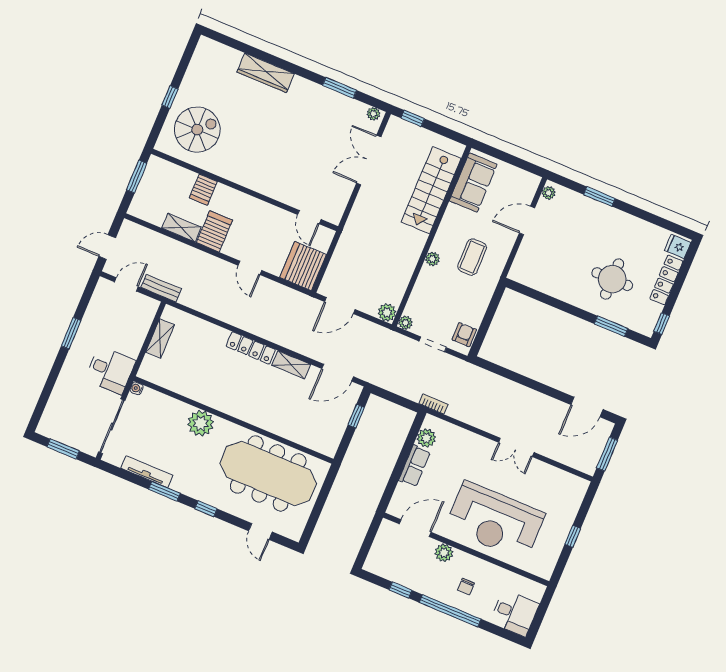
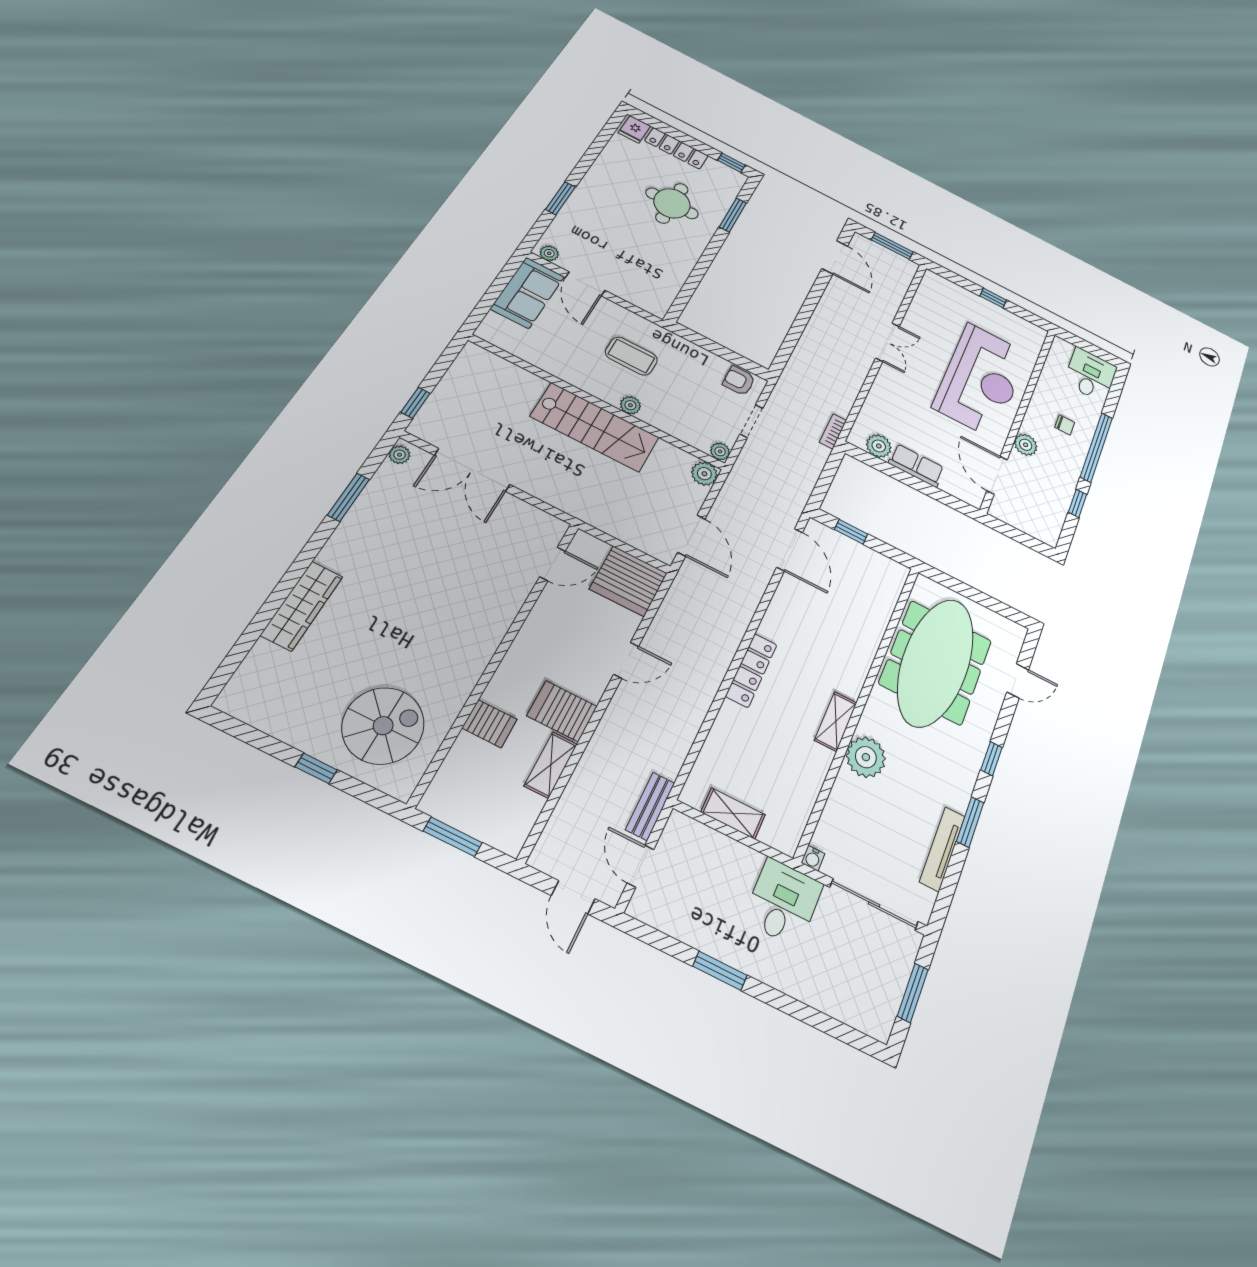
spiral stairs: (197, 130) -> (383, 726), turned 90
sofa: (473, 183) -> (528, 293), moved, turned 90
stairs: (431, 190) -> (595, 427), moved
shelving: (291, 365) -> (836, 721), moved

